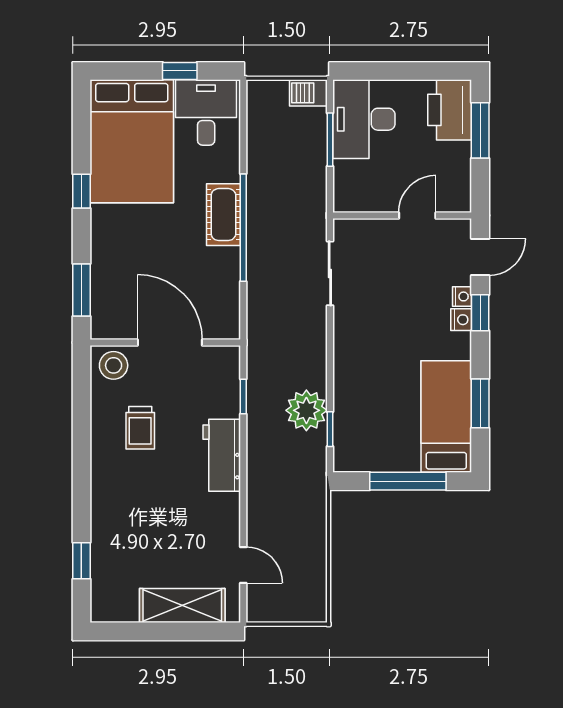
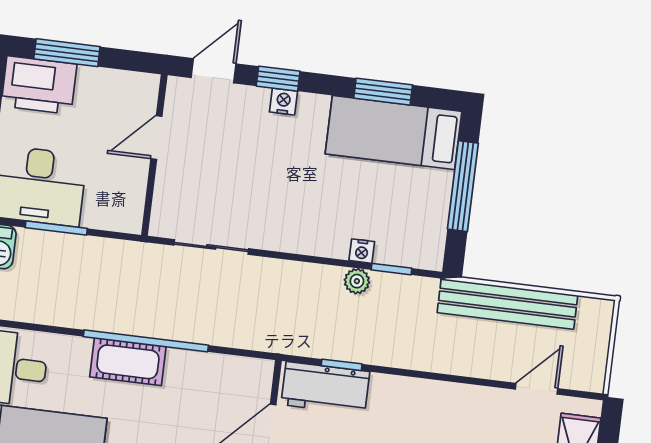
door: (417, 215) -> (156, 137), hinge flipped
door: (480, 257) -> (214, 71), hinge flipped
nightstand: (462, 296) -> (362, 251), moved, turned 180
plant: (306, 410) -> (357, 281), width x0.53, depth x0.53
workbench: (222, 455) -> (325, 388), moved
bench: (312, 531) -> (507, 304), added

